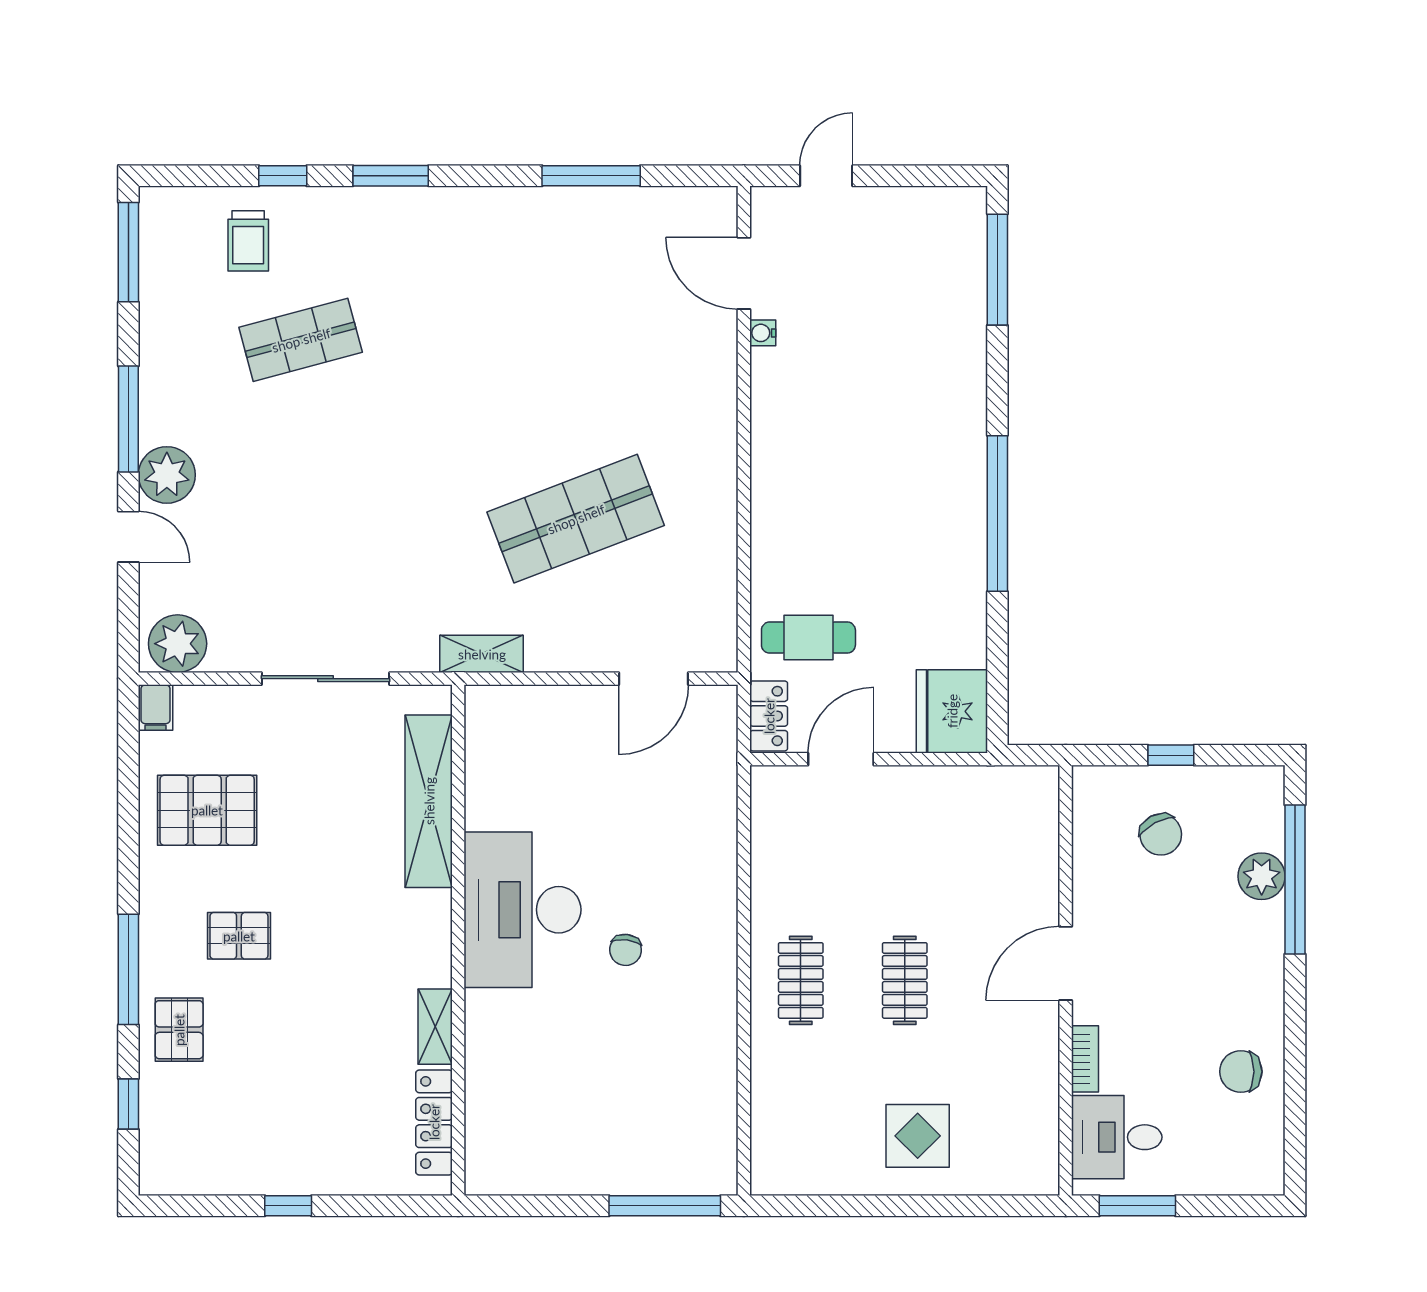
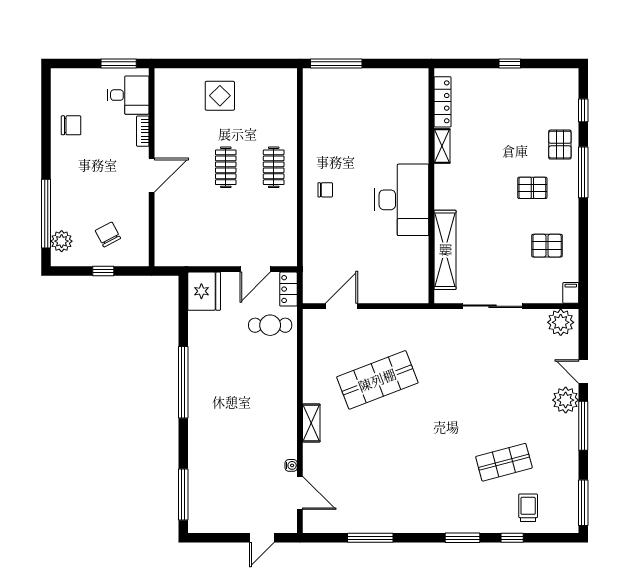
shelving: (482, 654) -> (311, 423), moved, turned 90
pallet: (207, 810) -> (547, 246), width x0.67, depth x0.71
plant: (1262, 876) -> (62, 241), moved
chair: (626, 950) -> (325, 190), moved, turned 83

